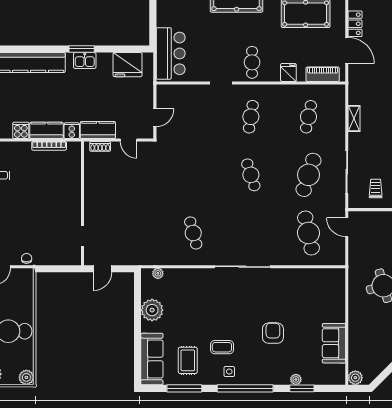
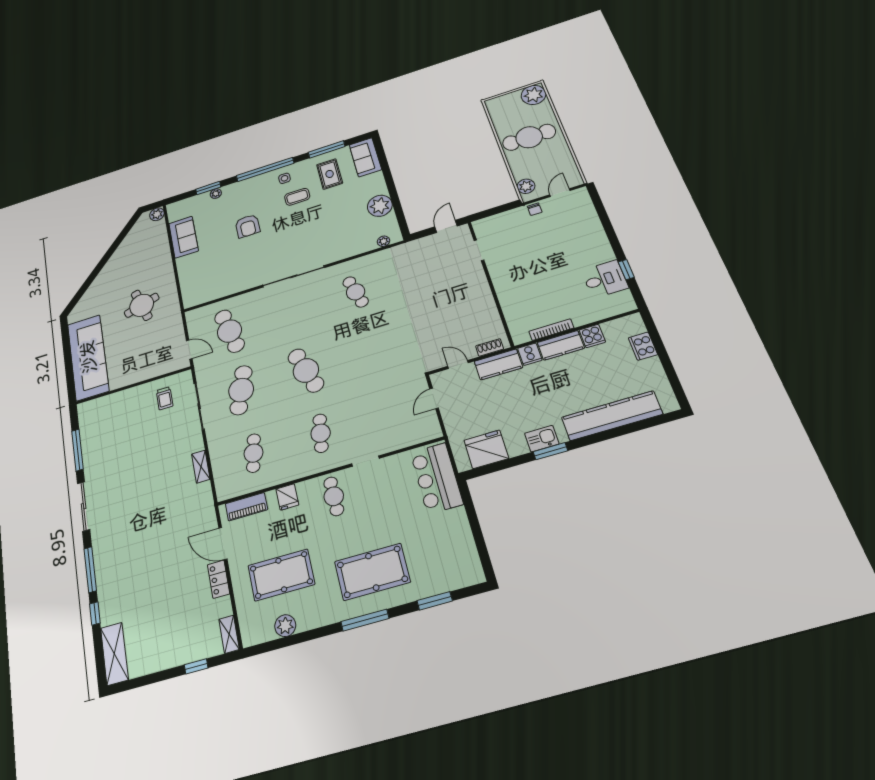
cafe table: (251, 175) -> (306, 370), width x1.37, depth x1.35
sofa: (152, 359) -> (365, 157), width x0.73
plant: (26, 377) -> (526, 186), moved

